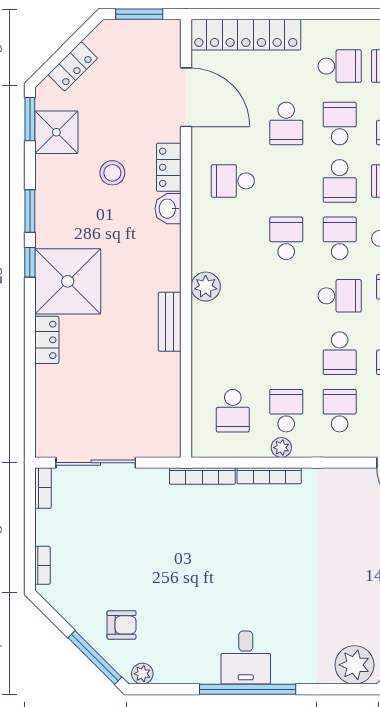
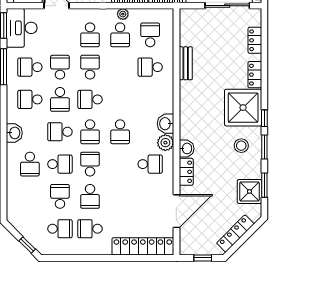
window: (139, 14) -> (203, 258), width x0.67
locker: (73, 66) -> (235, 233), width x1.53
door: (186, 97) -> (176, 211), swing flipped
window: (30, 119) -> (264, 185), moved
school desk: (286, 124) -> (150, 67), moved, turned -90
stool: (112, 173) -> (241, 146), moved
washbasin: (206, 253) -> (165, 124), added
plant: (206, 287) -> (165, 143), moved
bench: (170, 322) -> (186, 63), moved
locker: (47, 401) -> (255, 40), added

